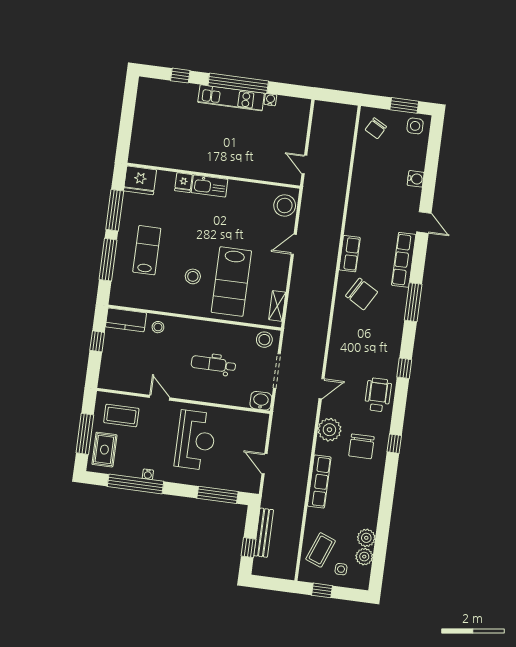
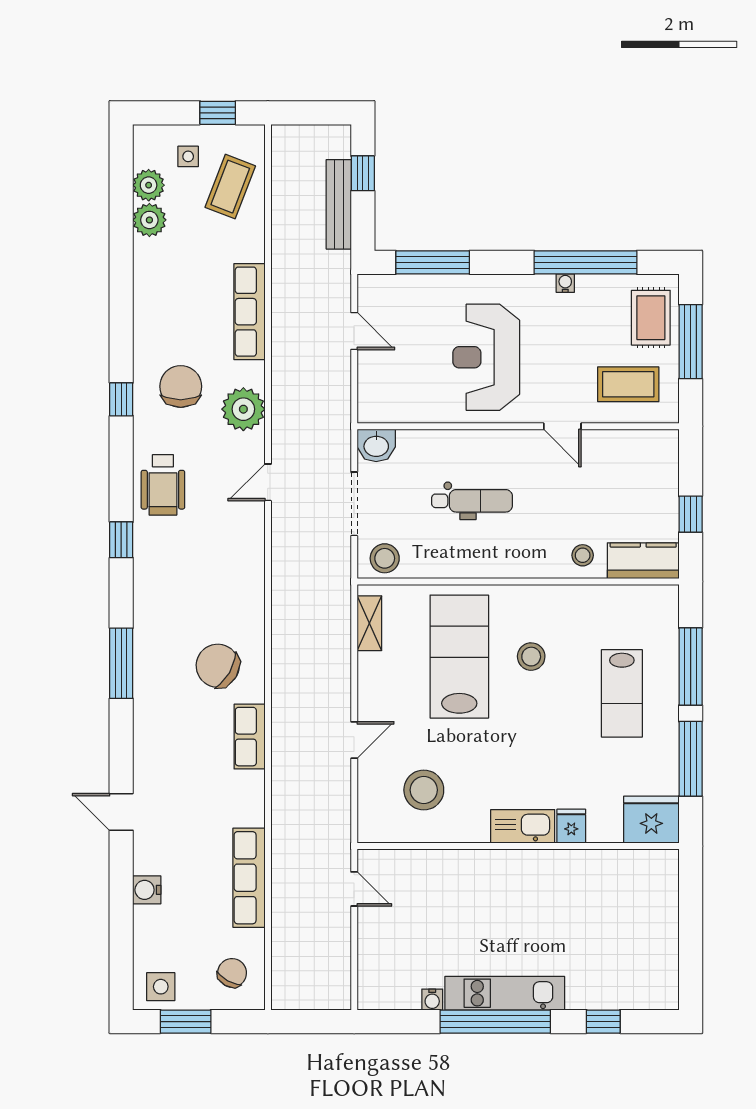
stool: (285, 205) -> (424, 790), moved
row of seats: (404, 260) -> (249, 878), moved, turned 180

